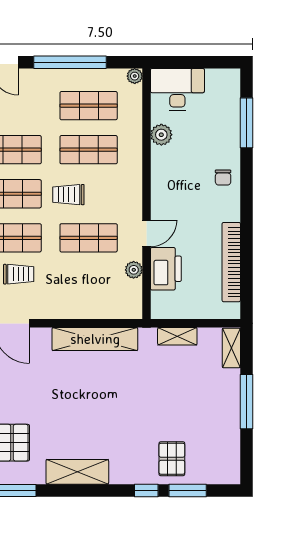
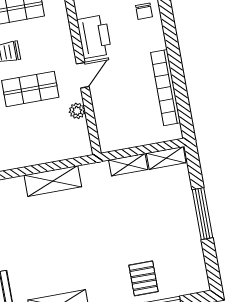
printer: (166, 269) -> (94, 37), moved
shelving: (95, 339) -> (53, 181), width x0.68
shelving: (231, 348) -> (166, 158), moved, turned 90

